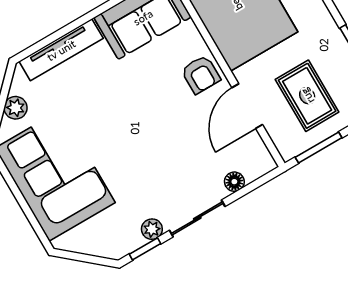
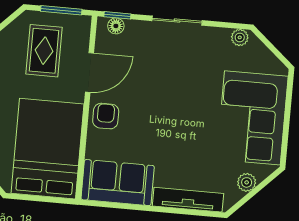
floor lamp: (234, 182) -> (116, 26), moved
plant: (152, 229) -> (240, 37), moved
window: (145, 249) -> (117, 15), moved

